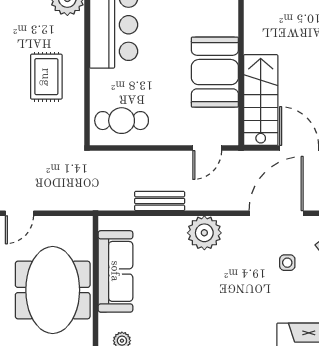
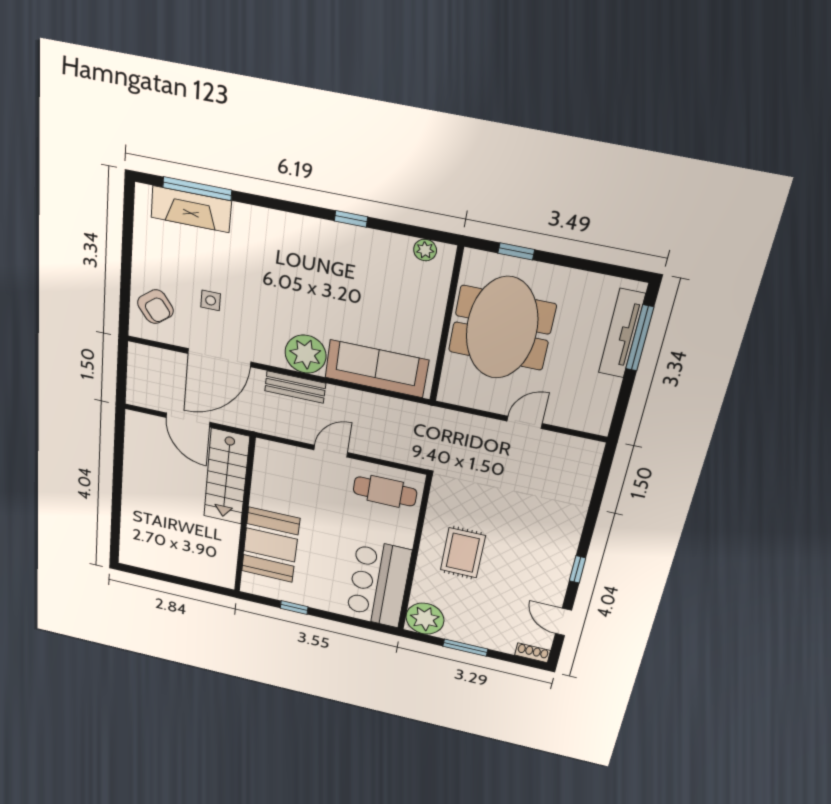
booth: (215, 72) -> (270, 545), moved
door: (207, 148) -> (331, 451), moved
bench: (160, 201) -> (295, 387), moved
sofa: (115, 271) -> (377, 369), moved, turned 90

